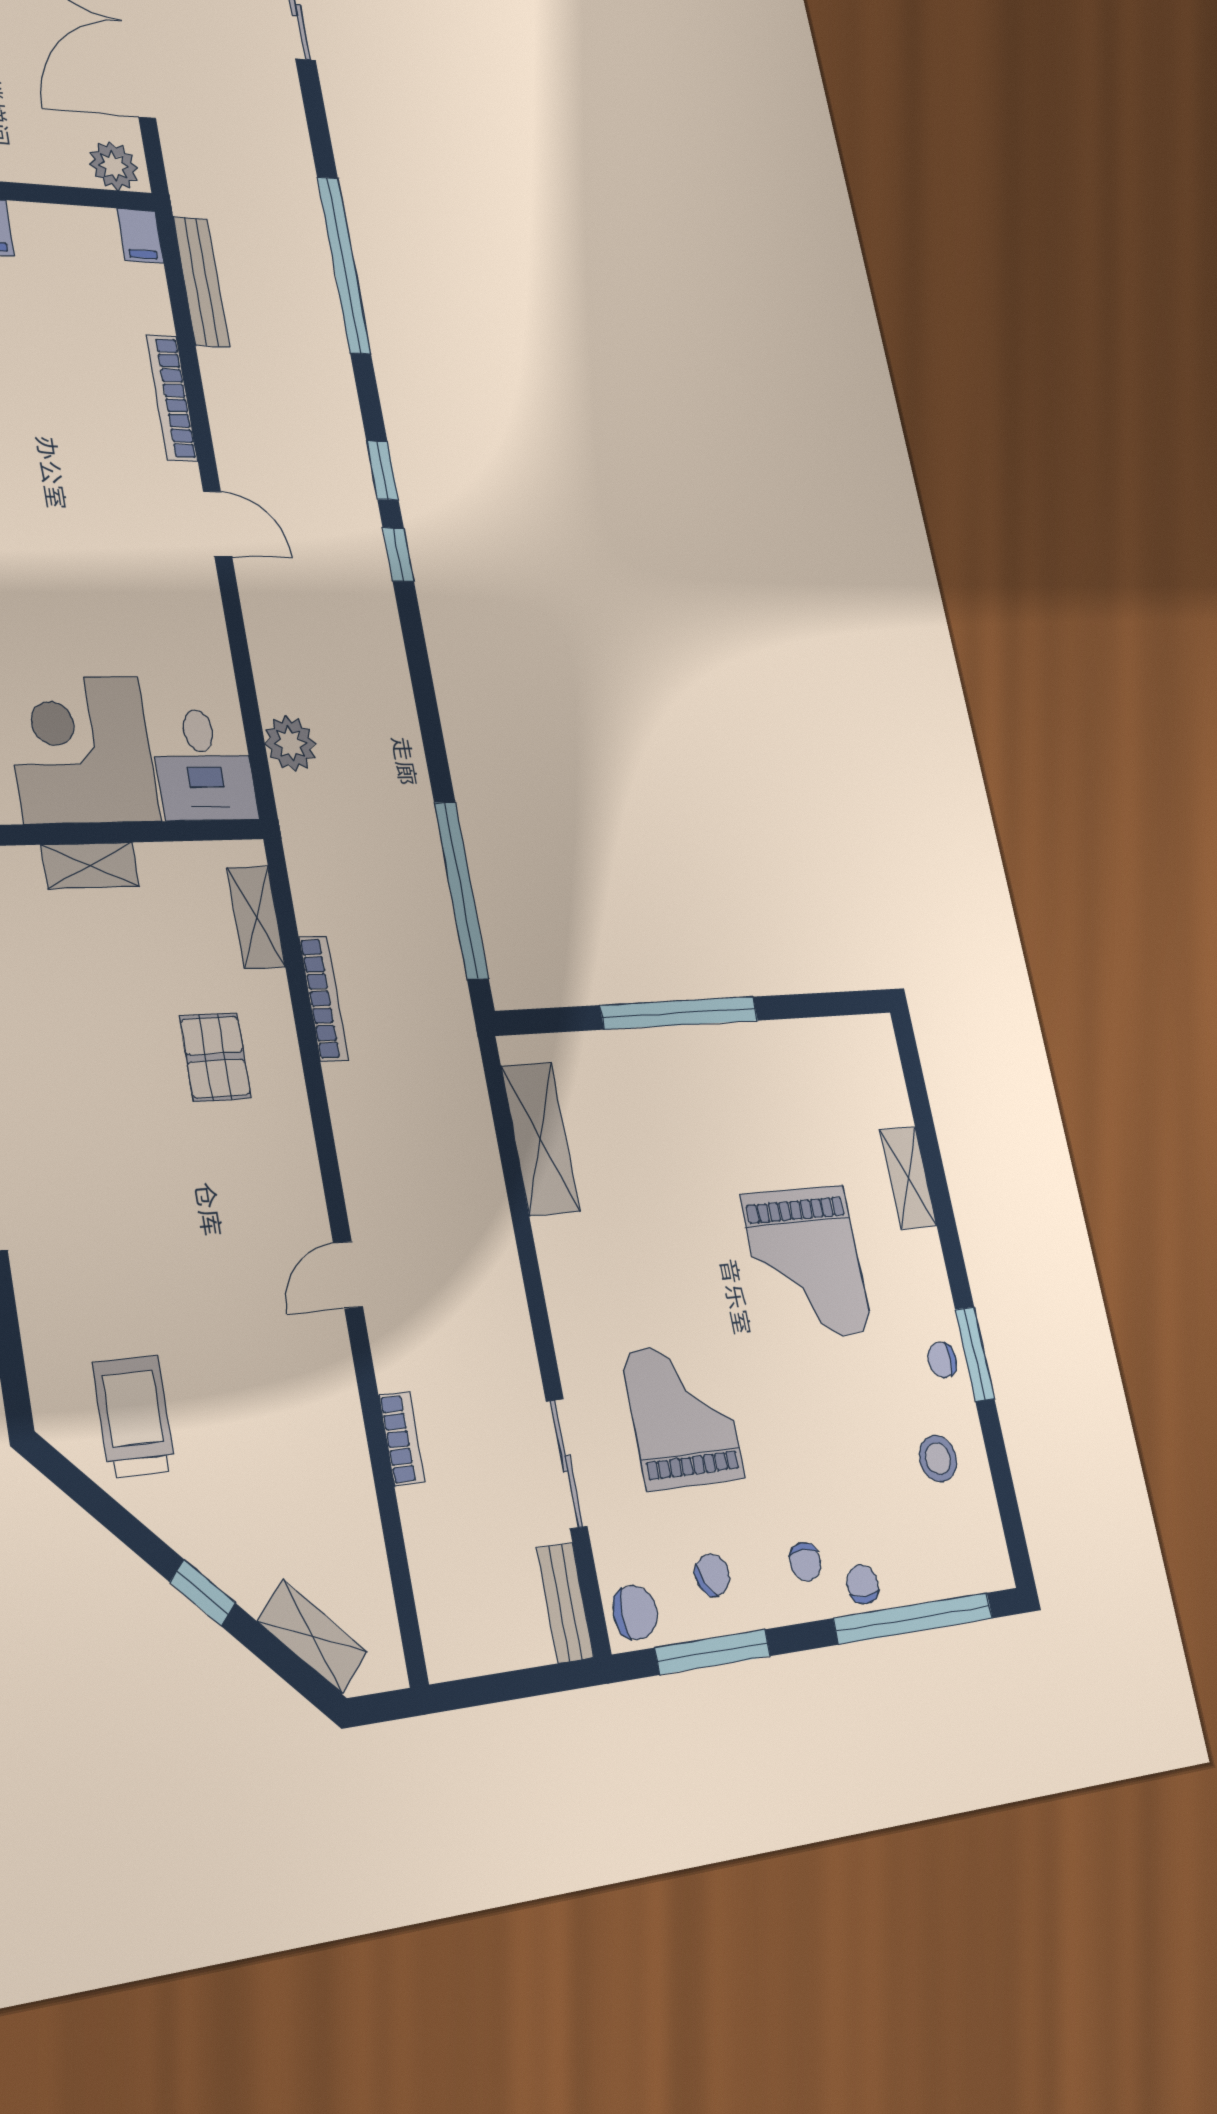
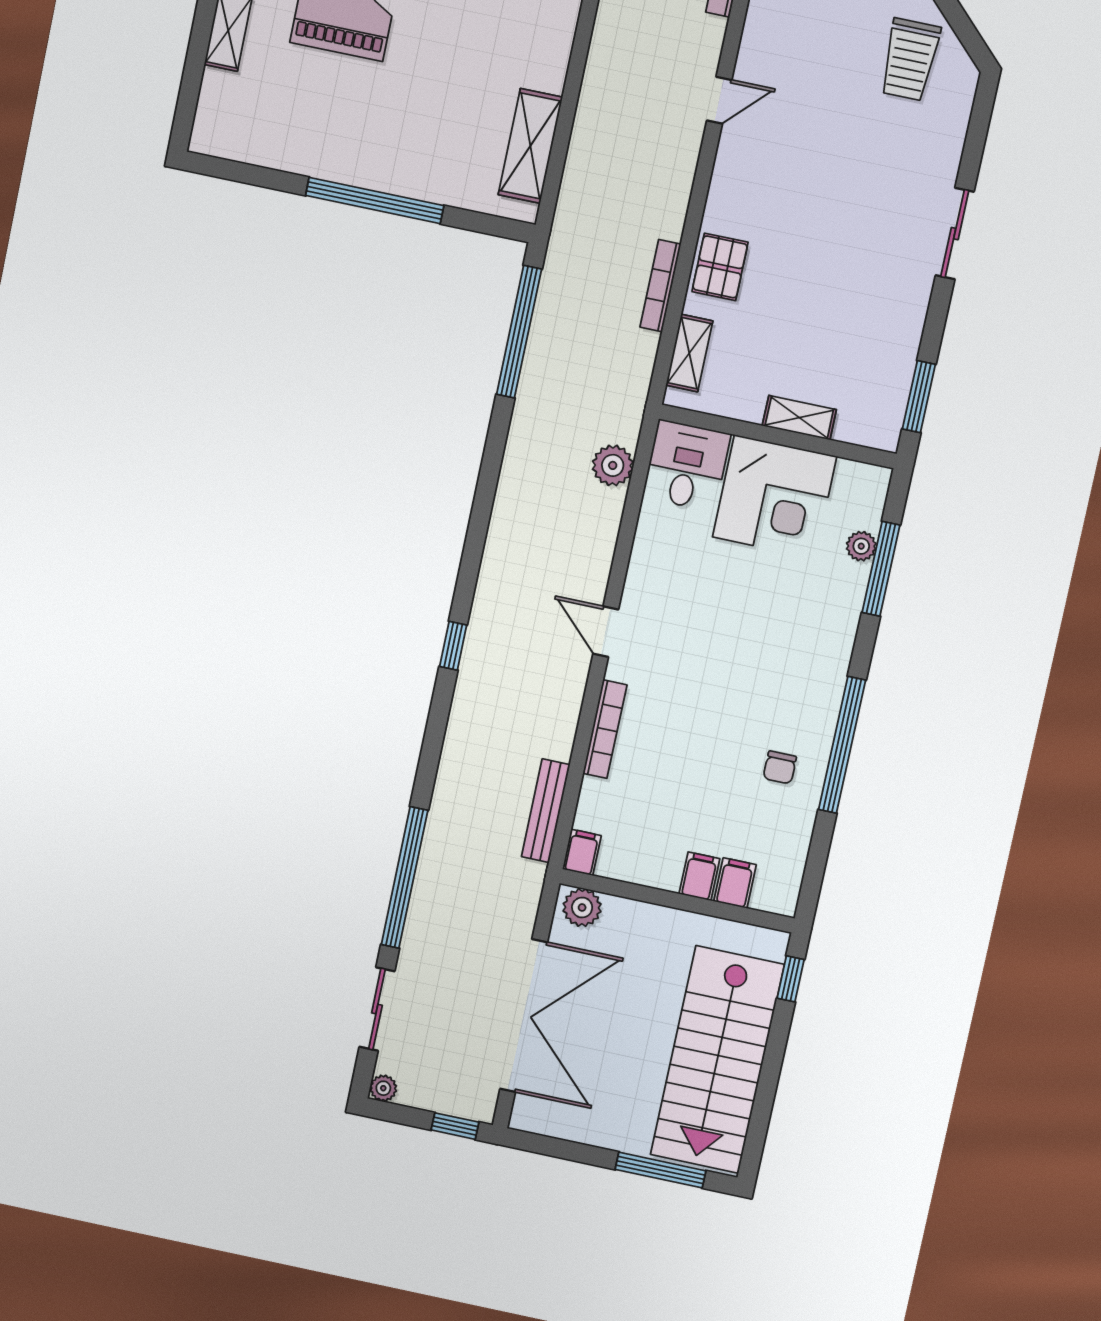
window: (344, 265) -> (405, 878), moved
window: (398, 555) -> (467, 581), removed
pallet: (215, 1057) -> (720, 267), moved

